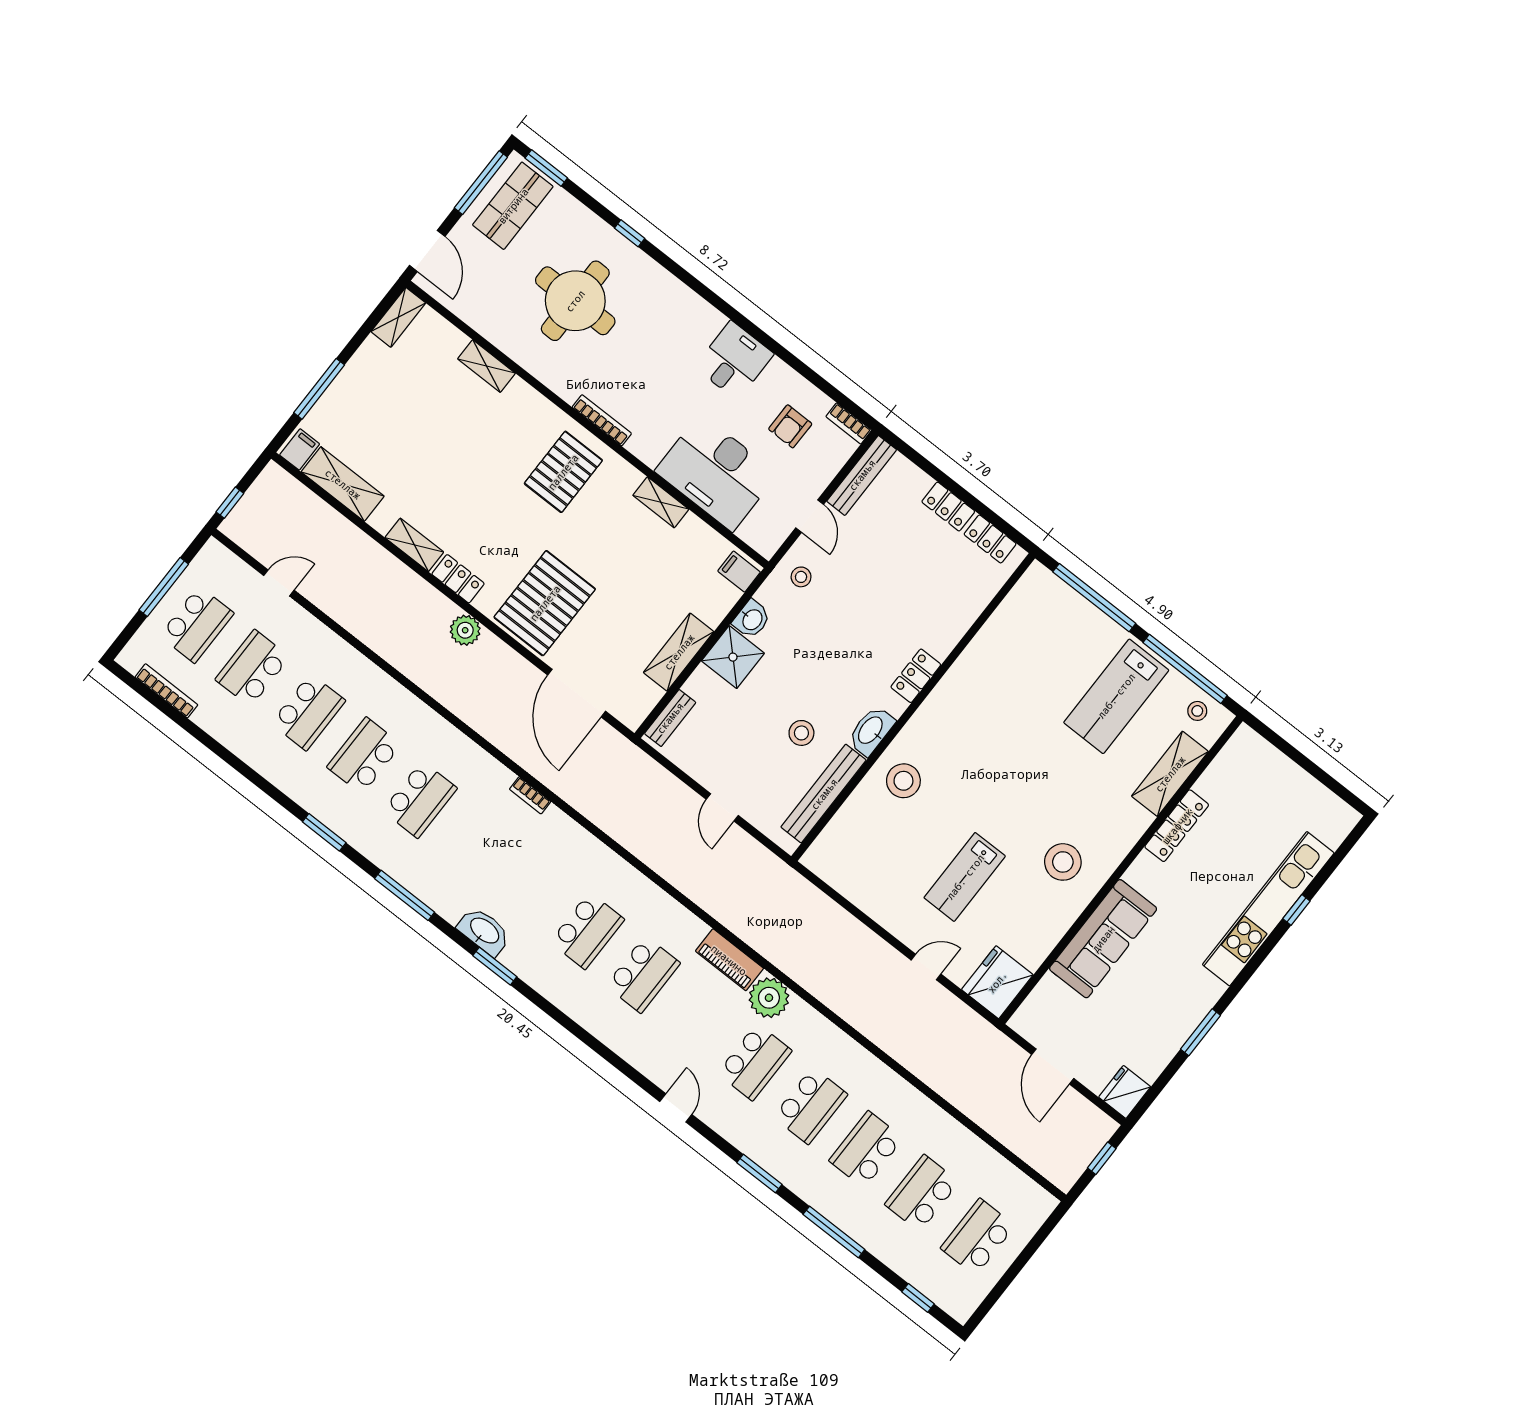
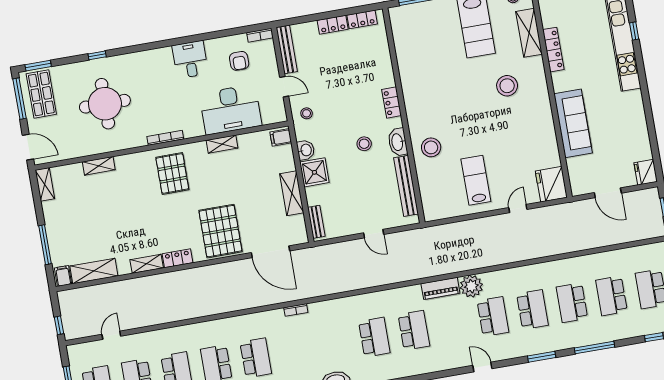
plant: (465, 630) -> (202, 275), removed
stool: (801, 733) -> (364, 144), moved
stool: (1063, 862) -> (507, 86), moved
lab bench: (965, 877) -> (476, 180), moved, turned 180
window: (1201, 1032) -> (649, 118), removed

